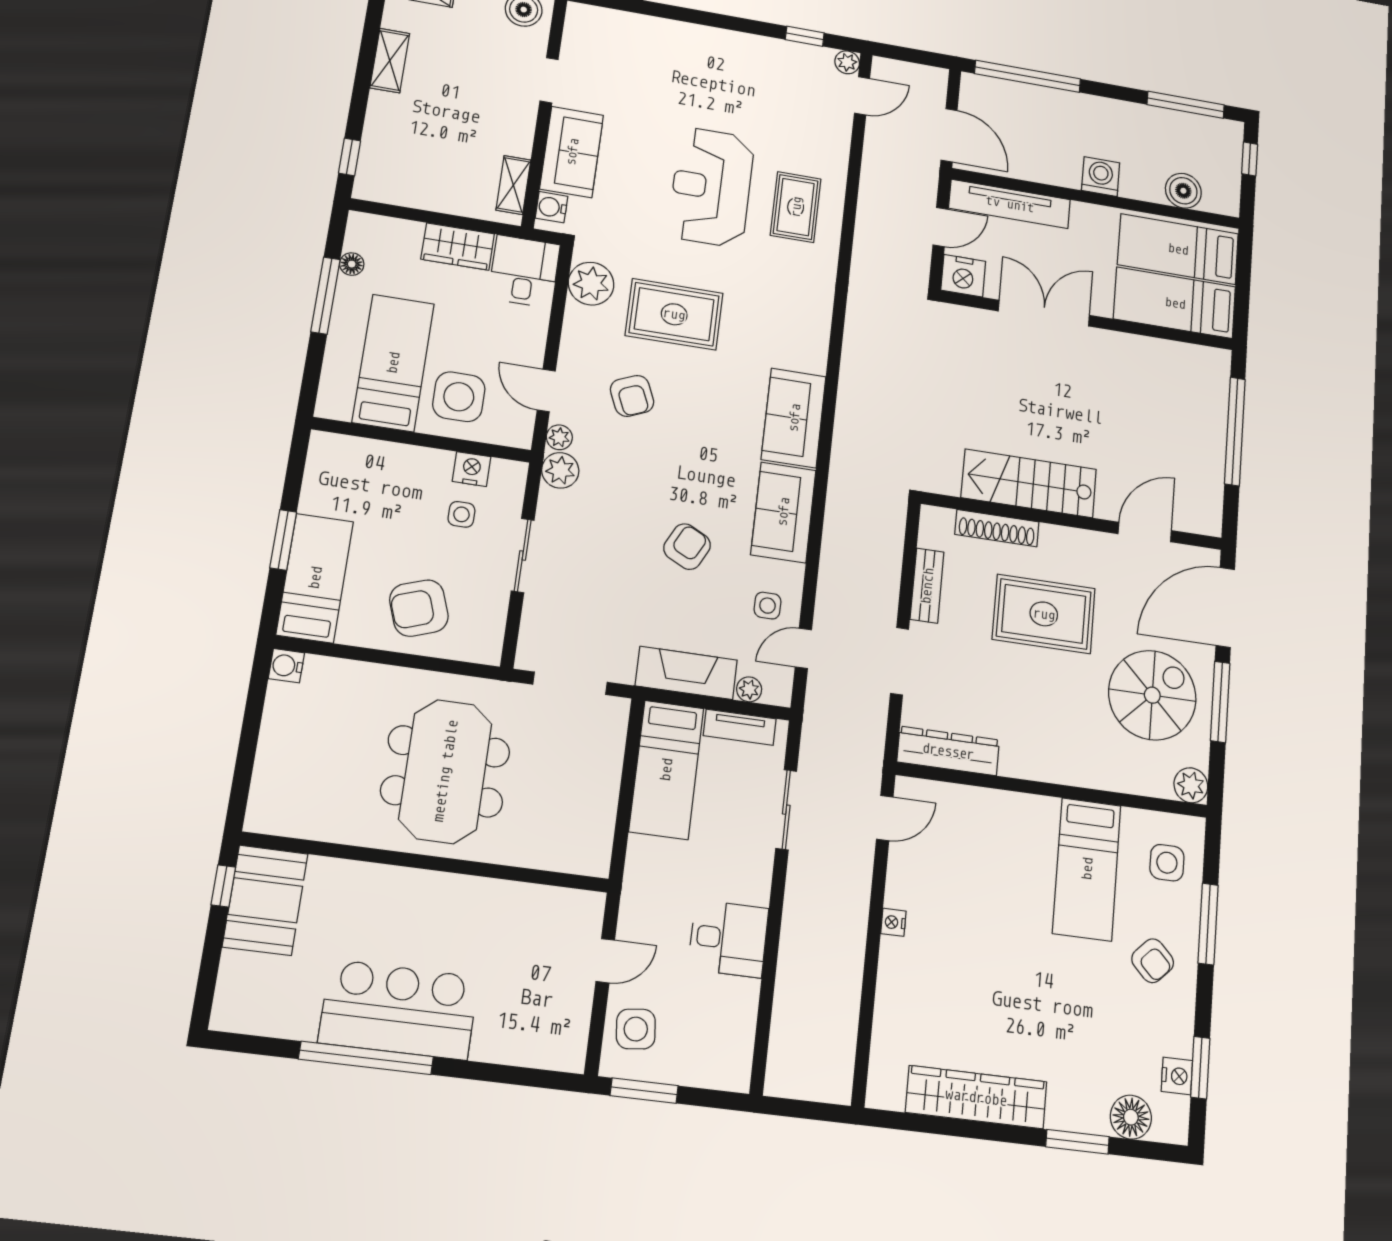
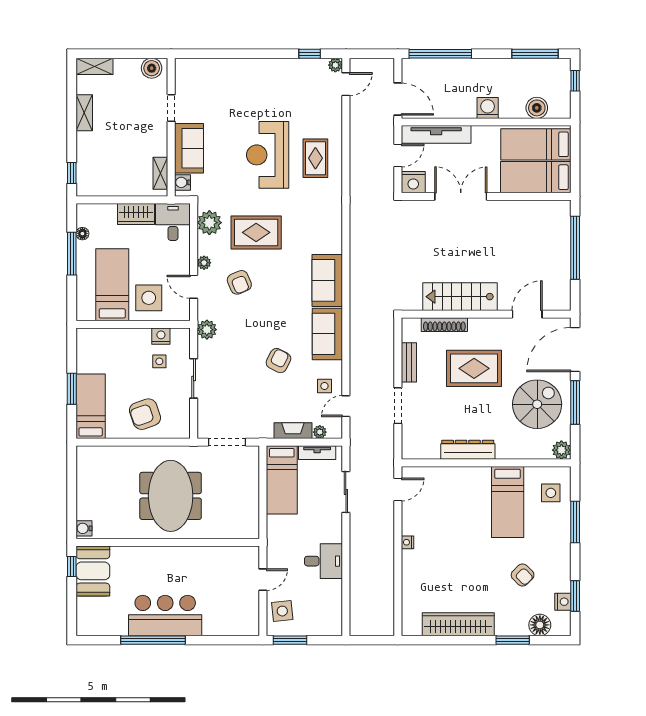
plant: (559, 437) -> (204, 263), moved
water cooler: (286, 666) -> (84, 528), moved
fireplace: (686, 673) -> (293, 431), width x0.73, depth x0.76
dresser: (948, 751) -> (468, 450), moved
armchair: (1153, 961) -> (523, 575), moved

